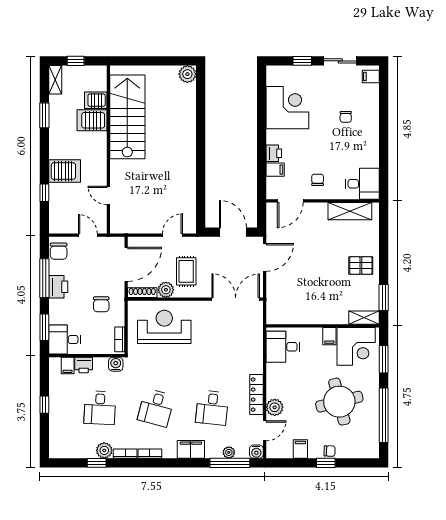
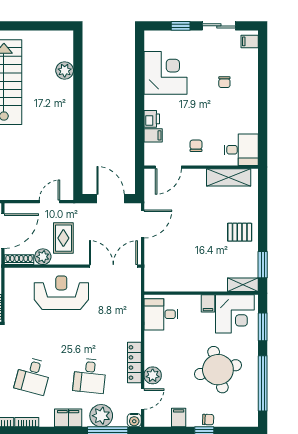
plant: (187, 74) -> (65, 70), moved
reception desk: (164, 327) -> (61, 293), moved
plant: (229, 452) -> (101, 416), width x1.88, depth x1.88

